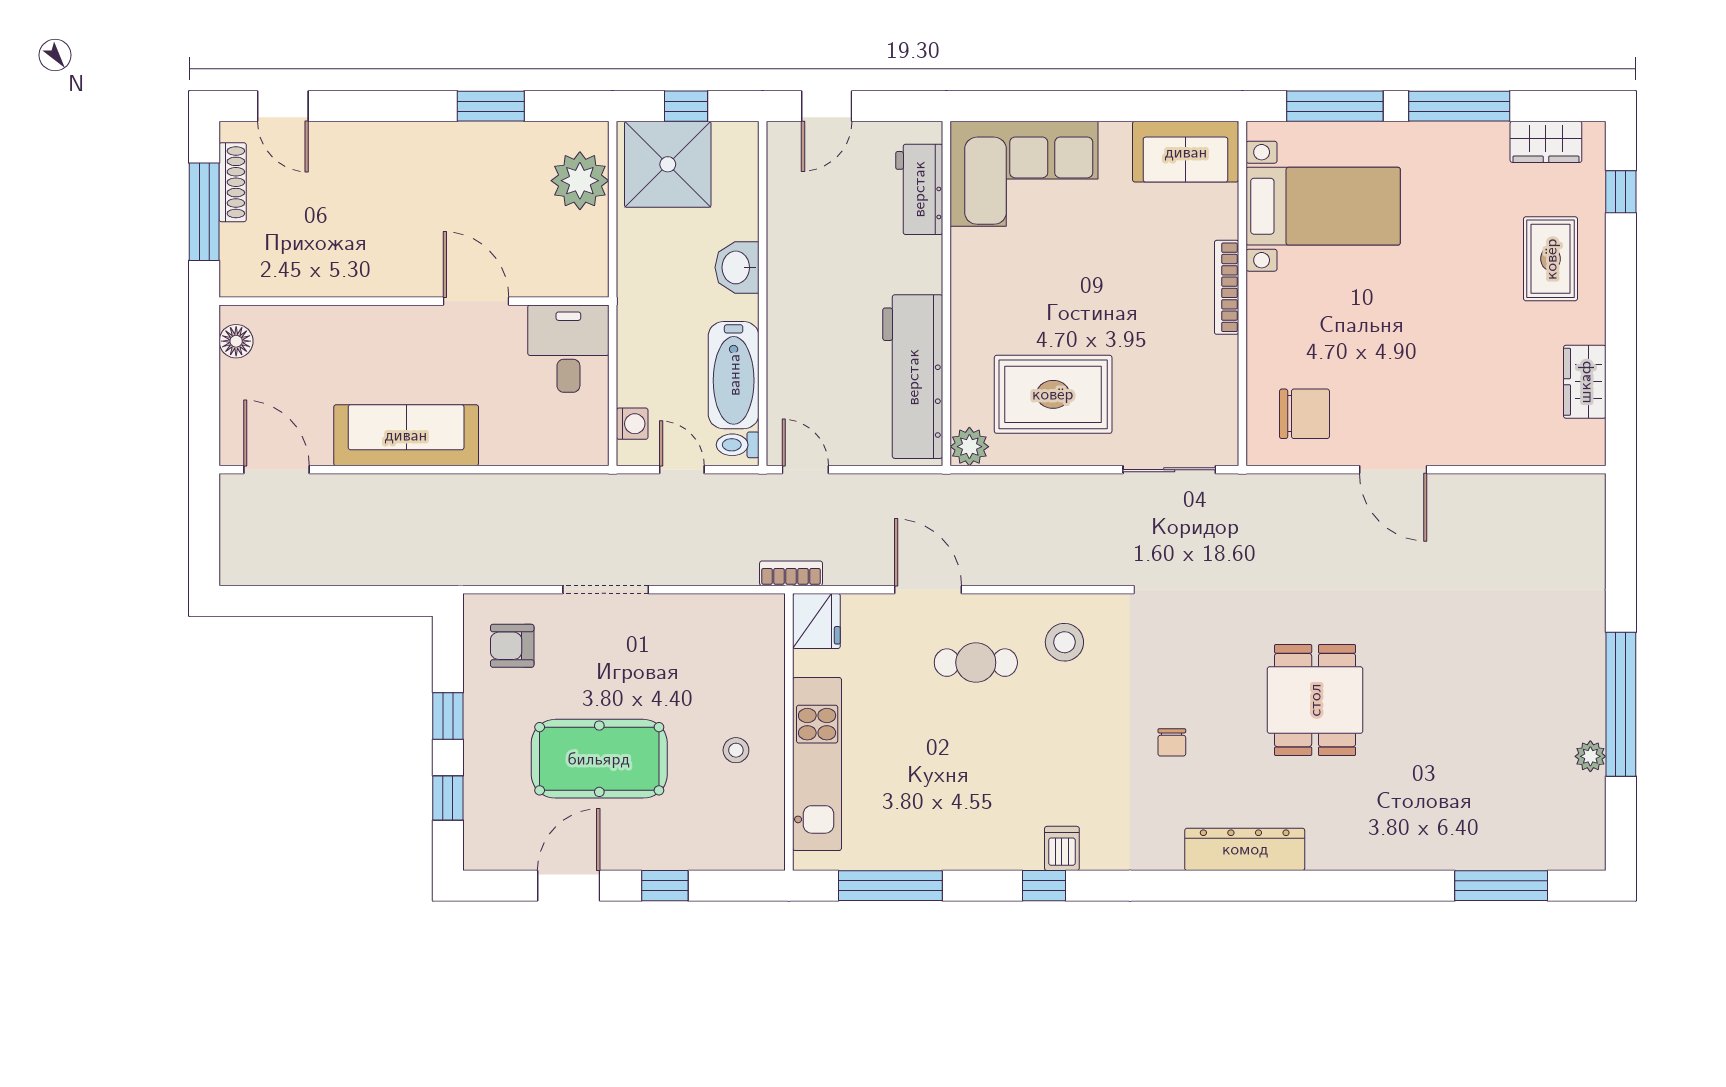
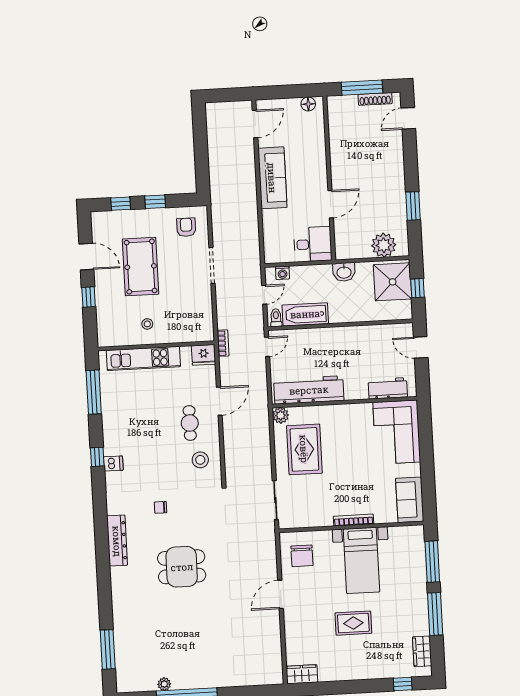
bed with nightstands: (1323, 206) -> (361, 560), moved
rug: (1551, 259) -> (353, 623), moved
washbasin: (737, 267) -> (344, 272), moved, turned 180
wardrobe: (1585, 382) -> (302, 674), moved

